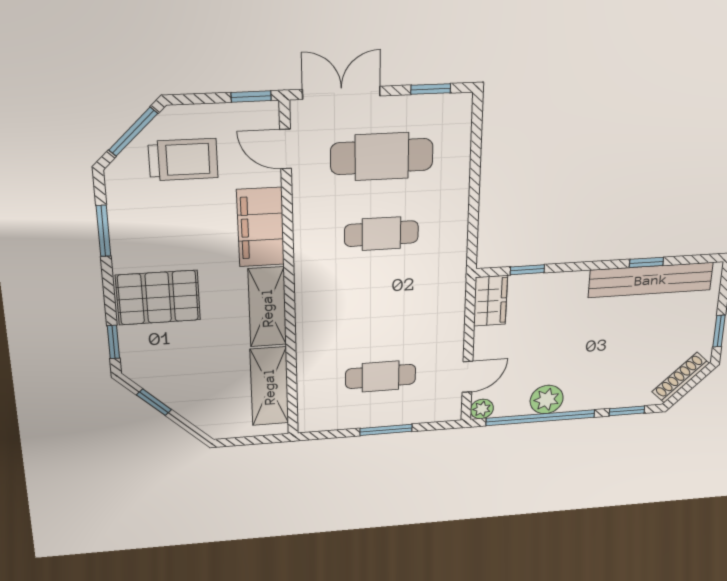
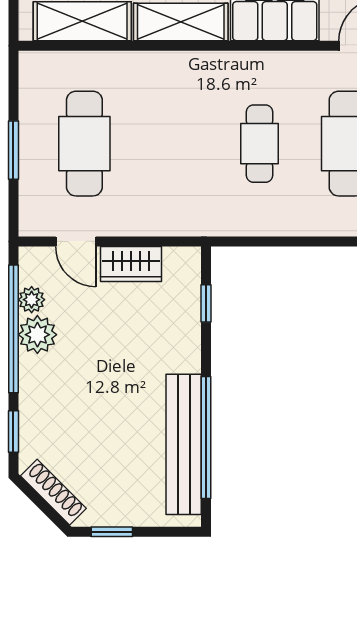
window: (646, 262) -> (206, 437), width x3.17
wardrobe: (490, 301) -> (131, 264), moved
cafe table: (381, 376) -> (84, 144), width x1.37, depth x1.35
plant: (482, 409) -> (32, 300), moved

